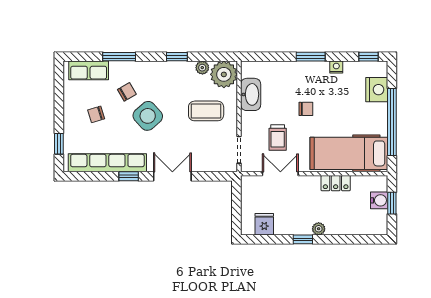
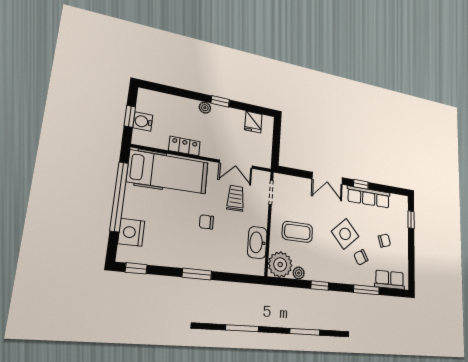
nightstand: (336, 67) -> (172, 261), removed
row of seats: (107, 163) -> (369, 197), width x0.73

